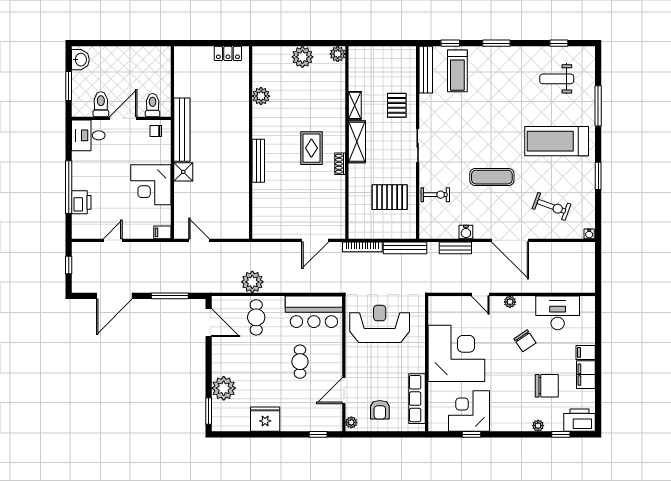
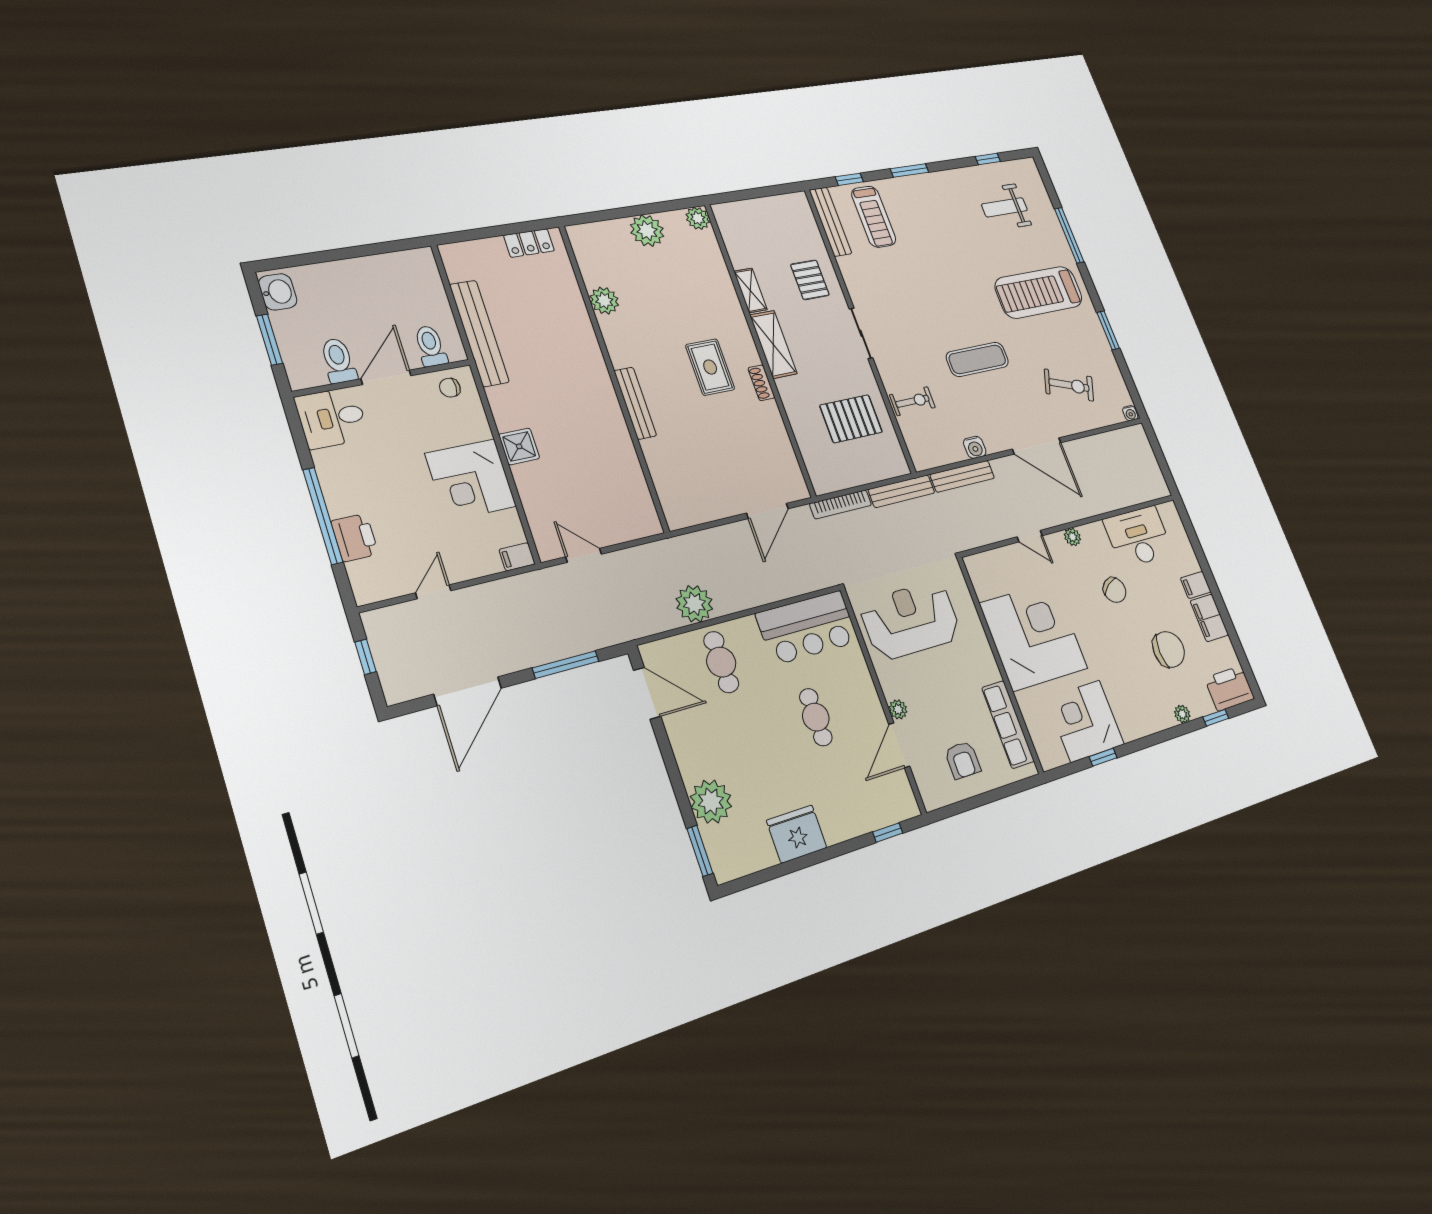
bench: (182, 130) -> (479, 333), moved
bench: (455, 248) -> (962, 476), width x1.36
plant: (351, 422) -> (898, 709), moved

